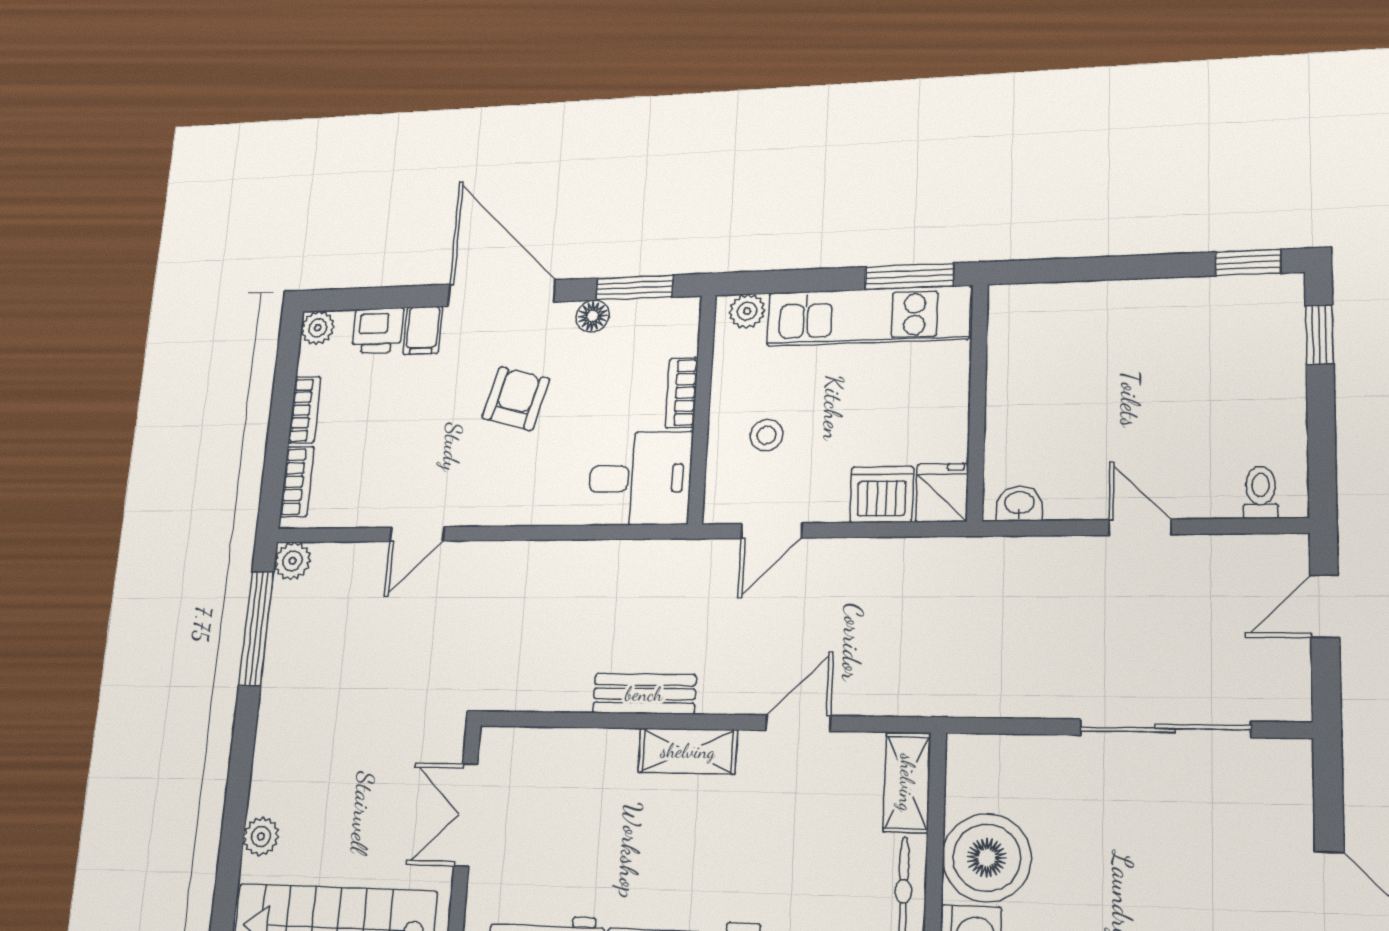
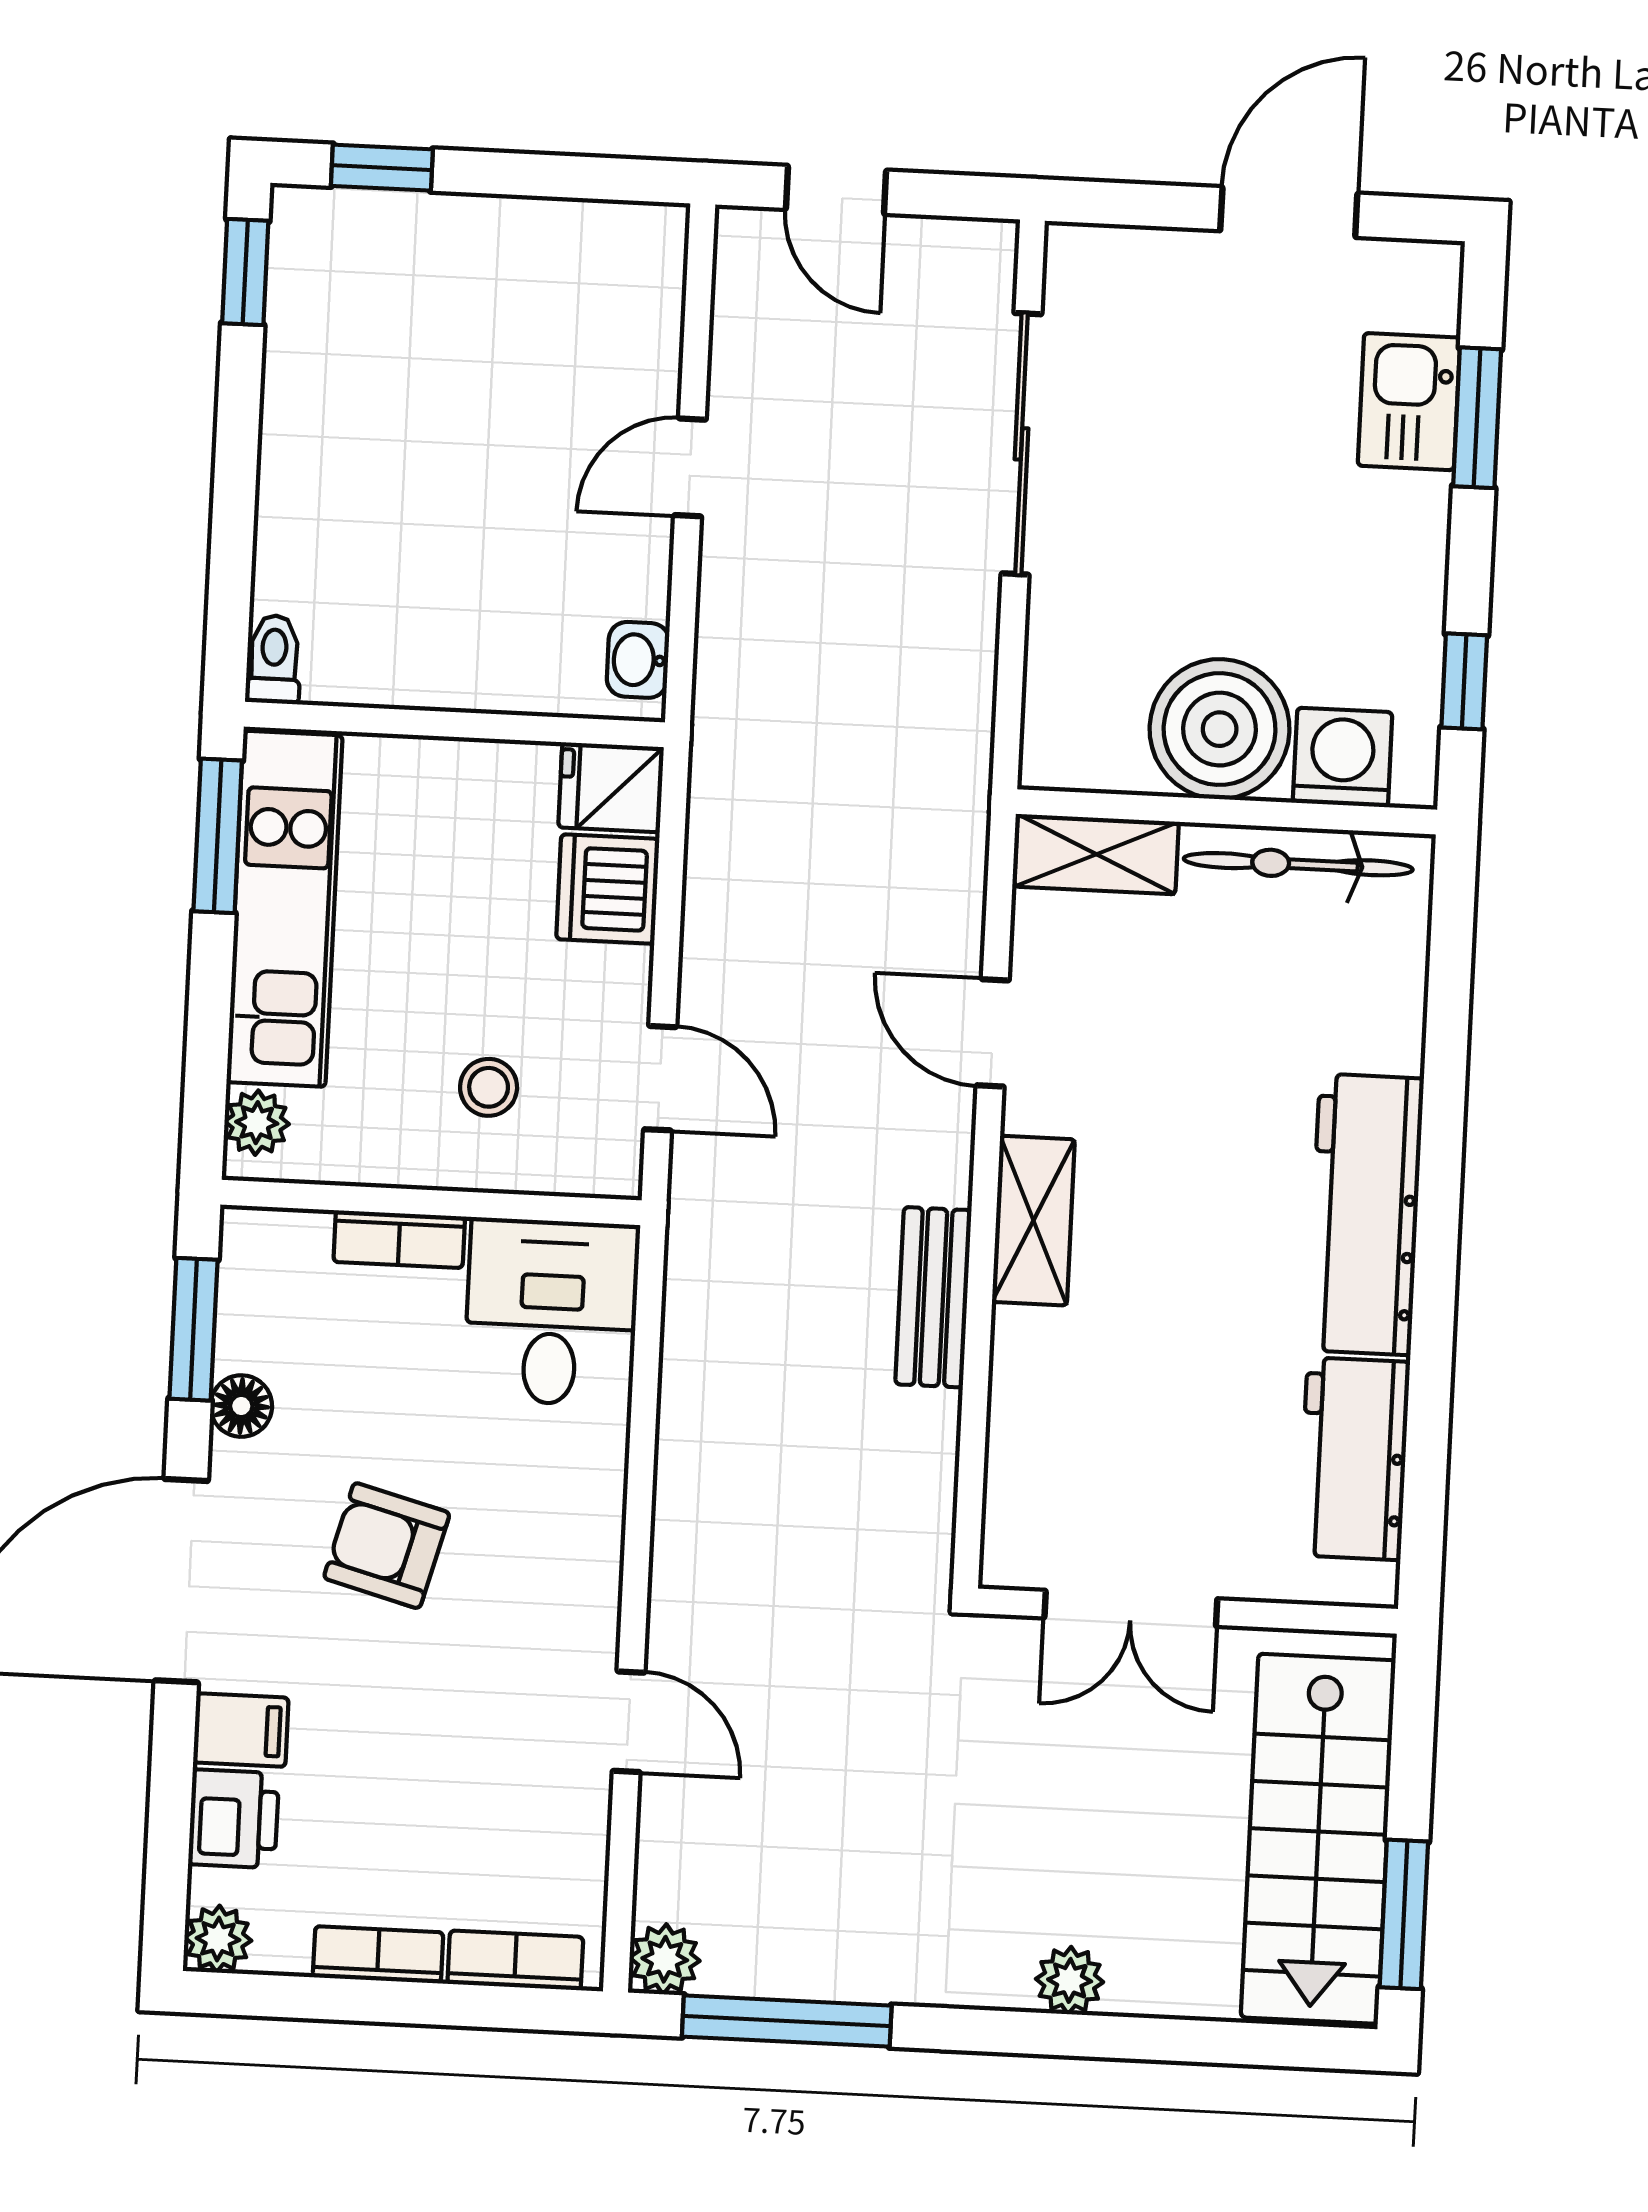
toilet: (1261, 492) -> (274, 659), moved, turned 90
plant: (261, 836) -> (1070, 1980), moved

